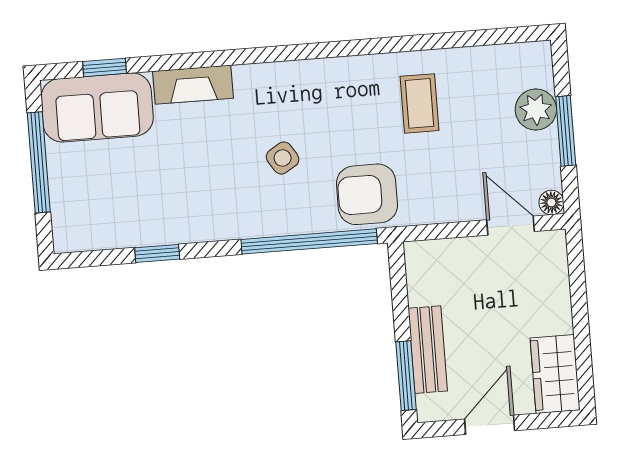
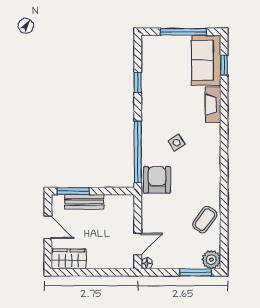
coffee table: (419, 103) -> (205, 220), moved, turned -54
plant: (536, 110) -> (211, 260), moved
window: (566, 131) -> (195, 272), moved

